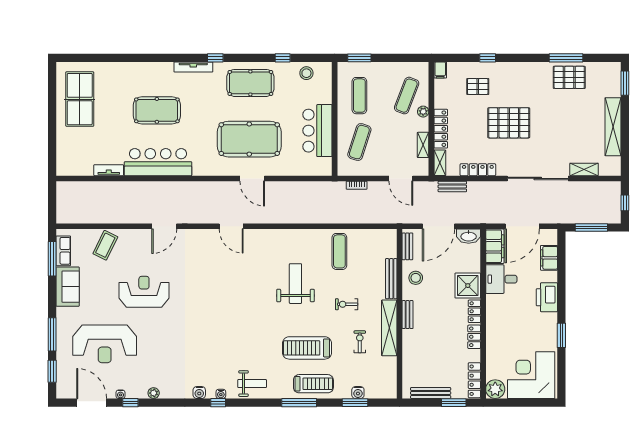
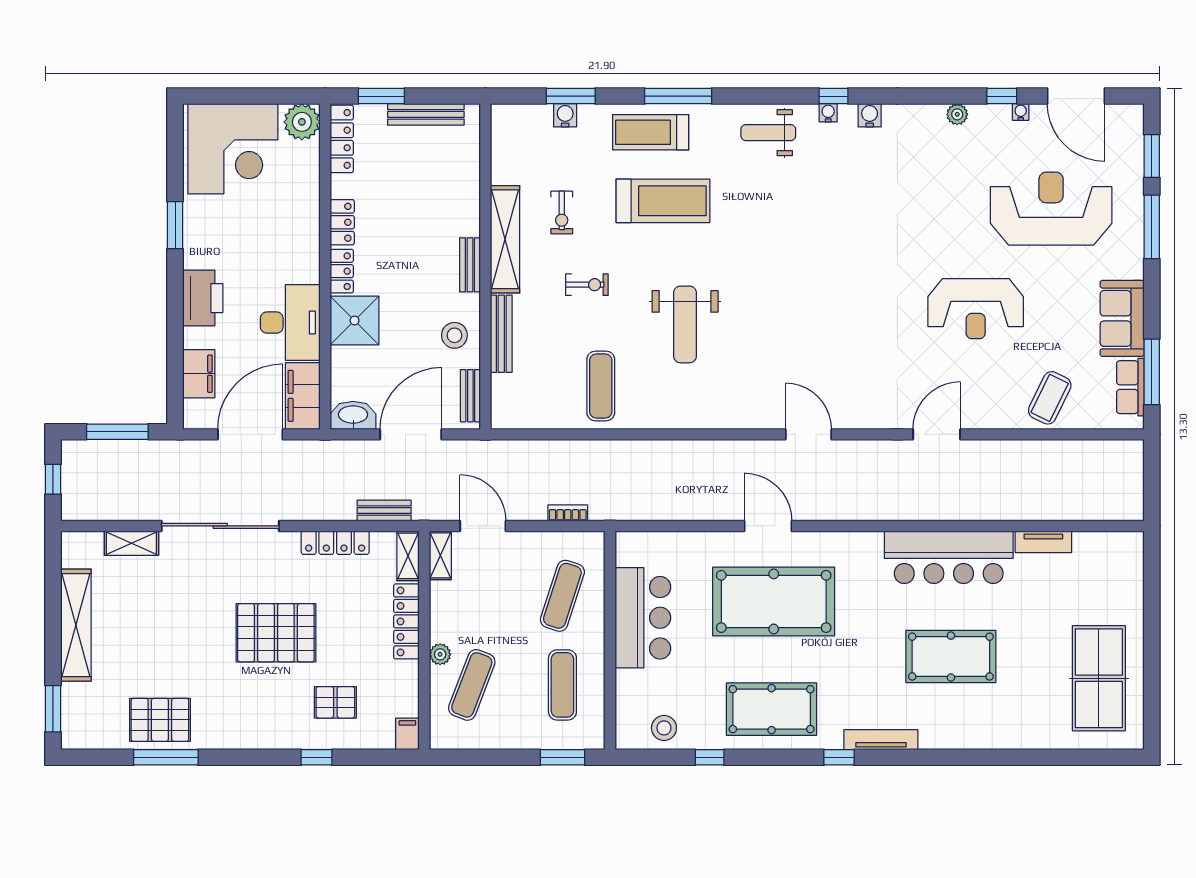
shelving: (423, 145) -> (440, 555), moved
desk: (501, 279) -> (290, 323), width x1.37

